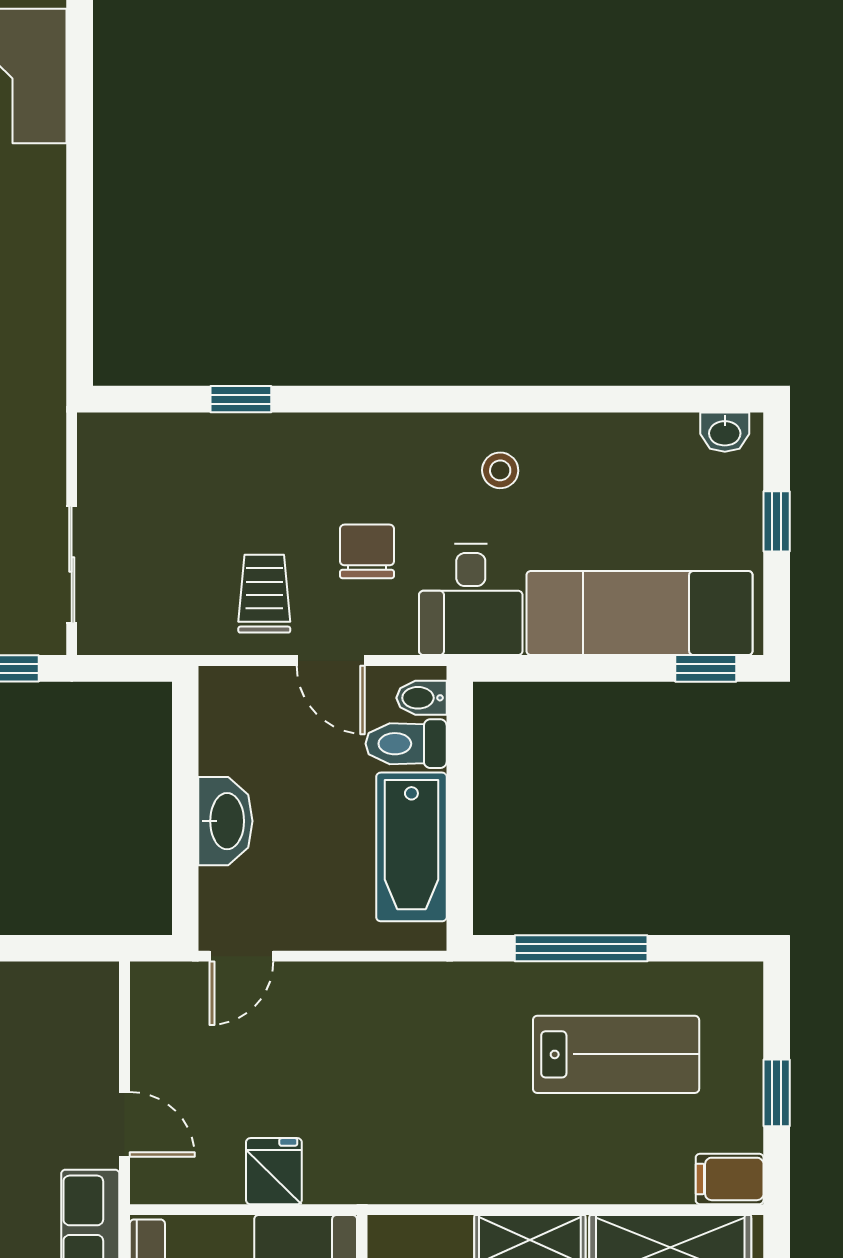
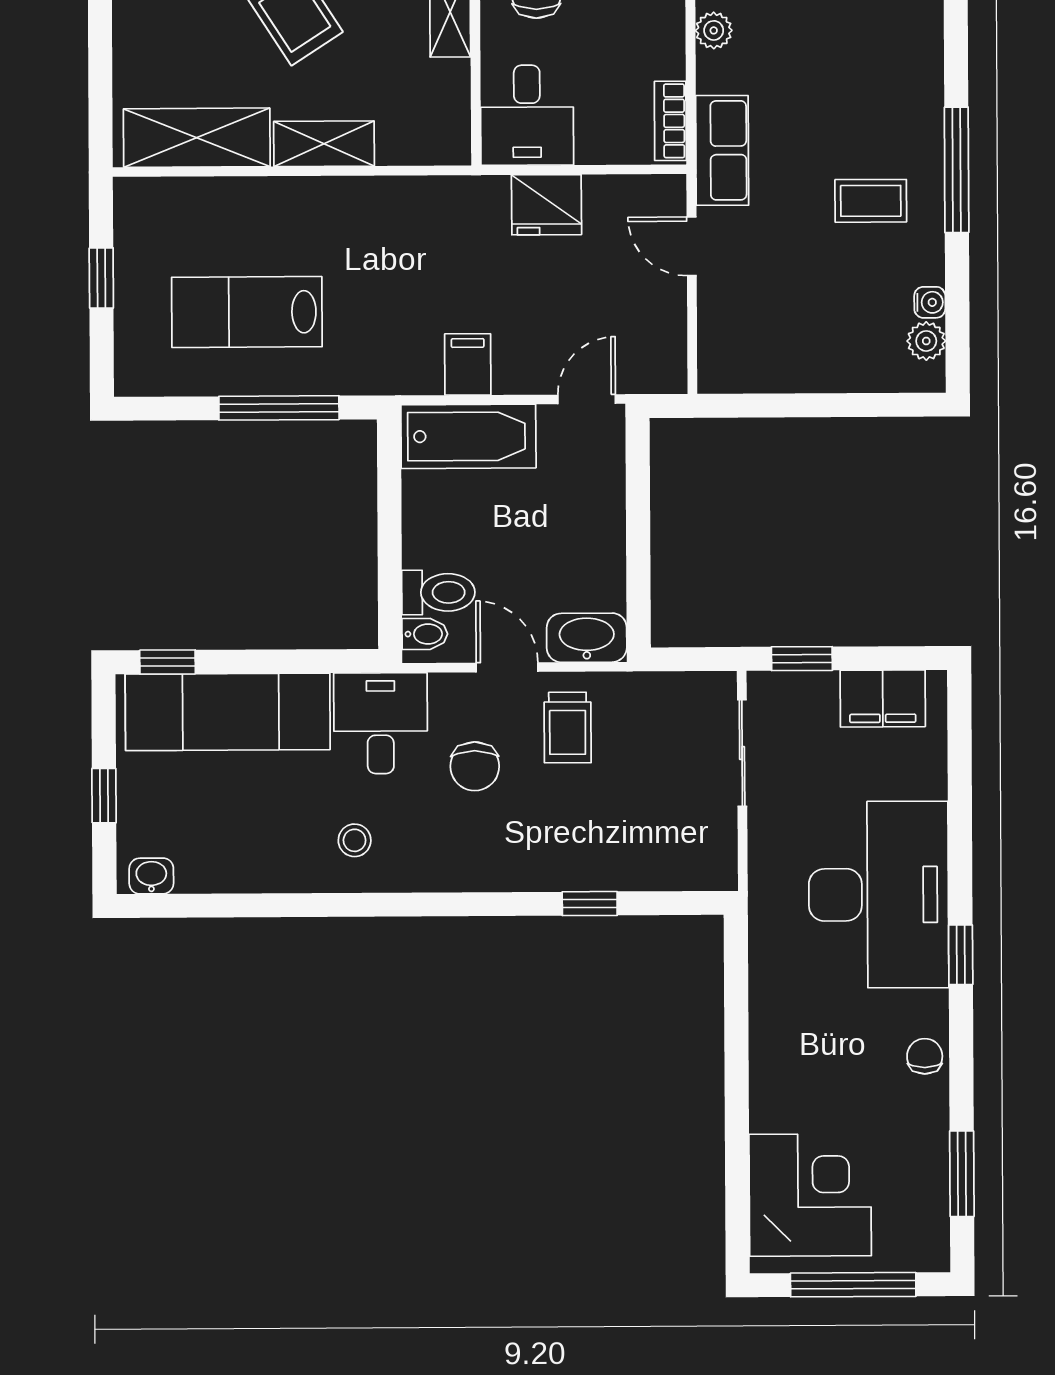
washbasin: (225, 821) -> (587, 638), moved, turned 90
bathtub: (411, 847) -> (468, 436), moved, turned 90
fridge: (274, 1171) -> (546, 205), width x1.38
filing cabinet: (730, 1179) -> (468, 364), moved, turned -90

